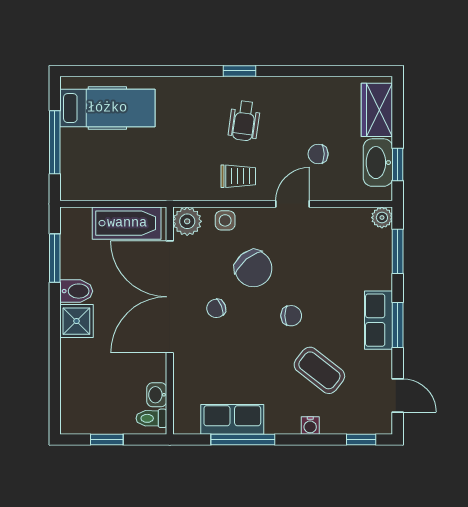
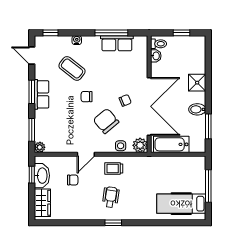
shower: (76, 321) -> (197, 83), moved

